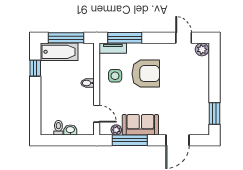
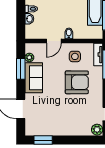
armchair: (146, 74) -> (77, 82), turned -90
door: (97, 114) -> (54, 41), moved
window: (130, 140) -> (21, 69), width x0.69

